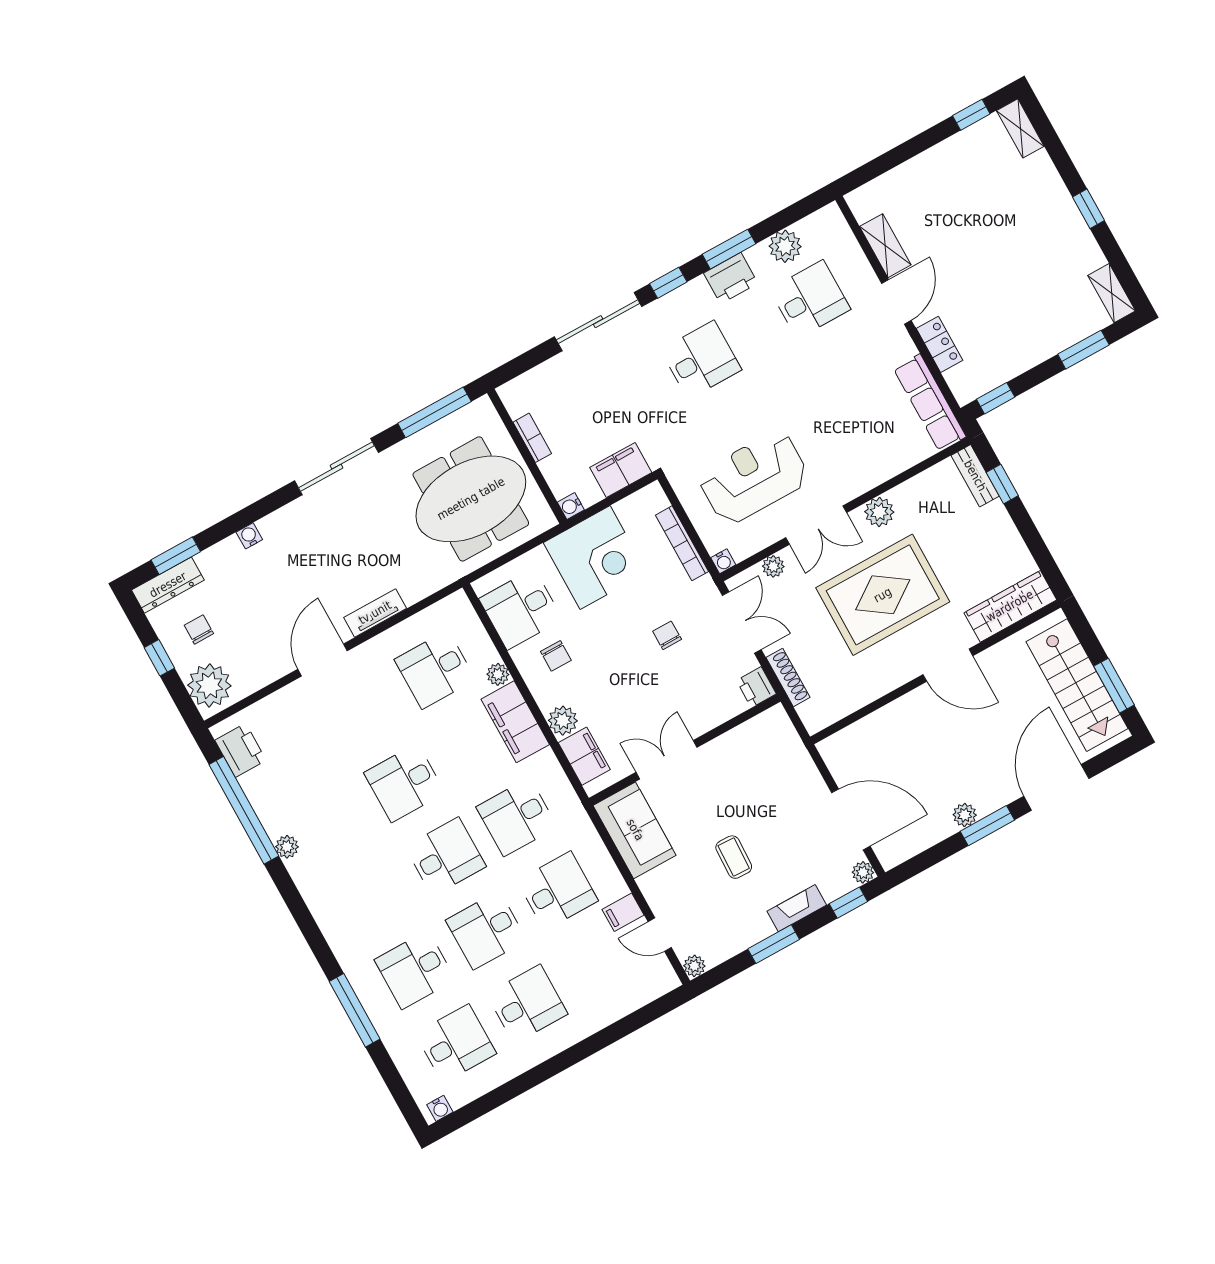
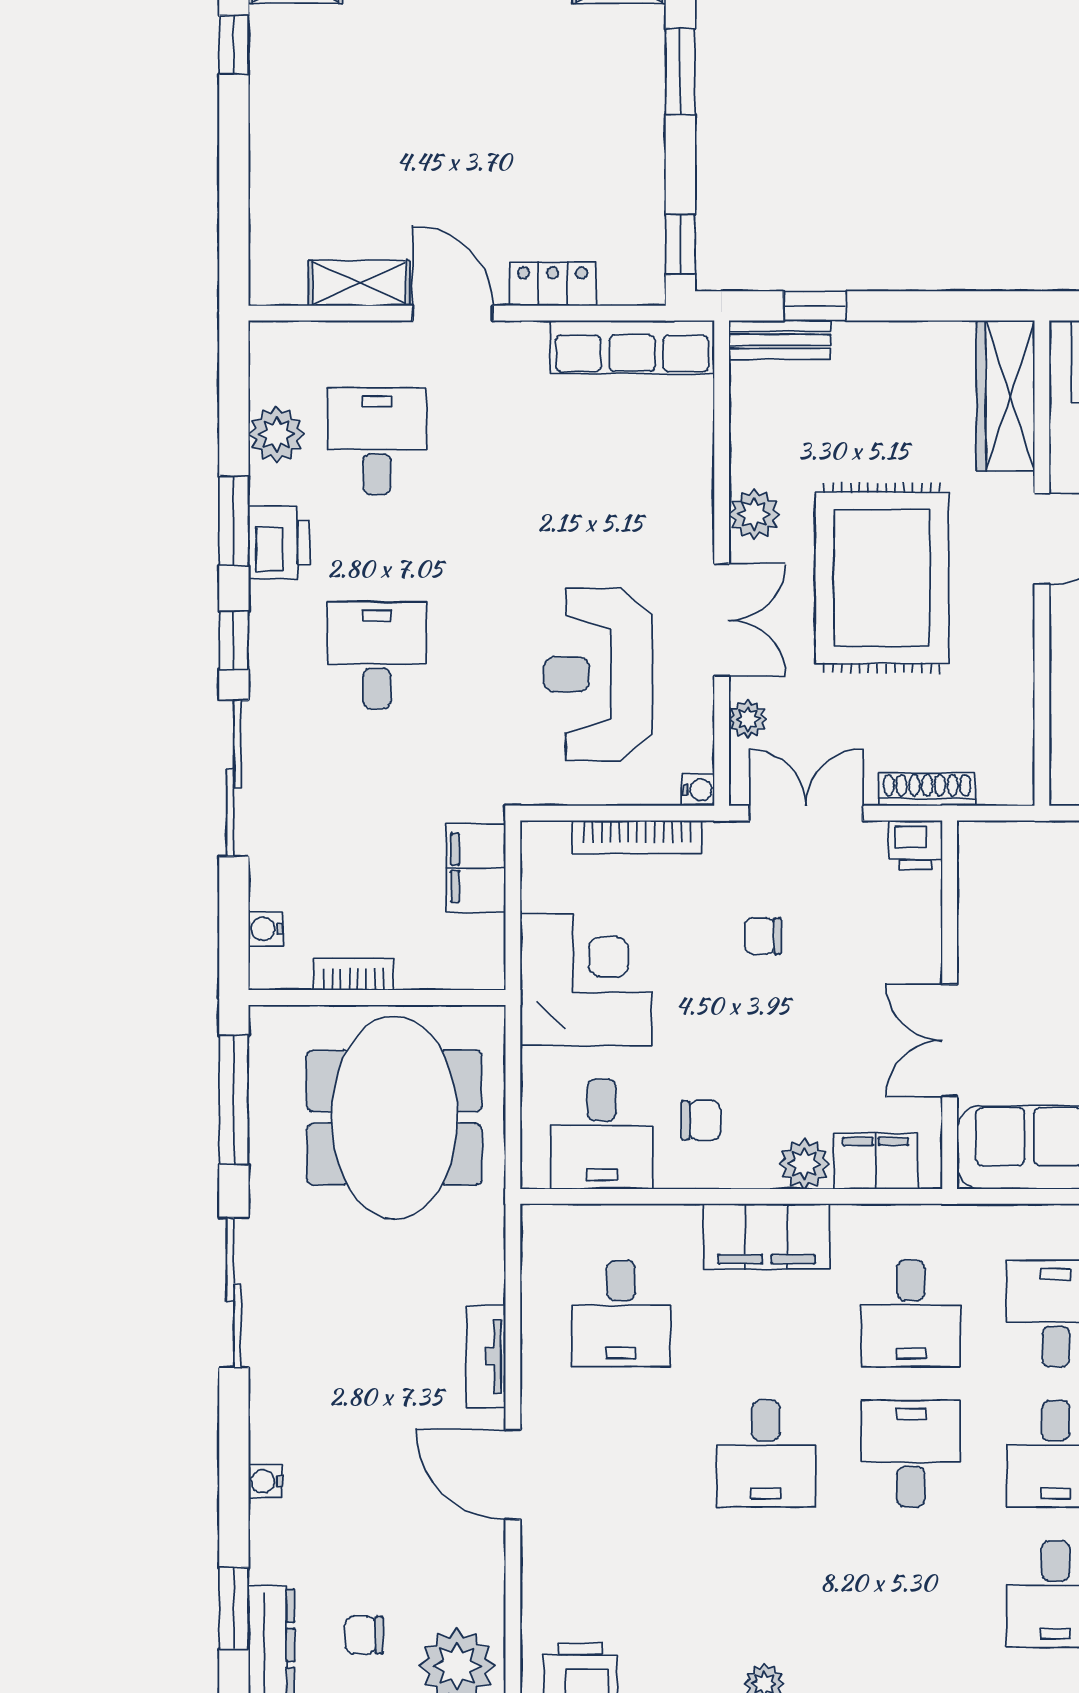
water cooler: (571, 506) -> (266, 929), moved, turned 90
plant: (498, 674) -> (681, 1223), removed

